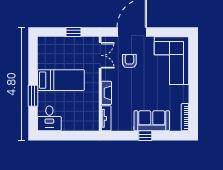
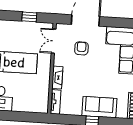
double door: (100, 55) -> (54, 41), swing flipped

